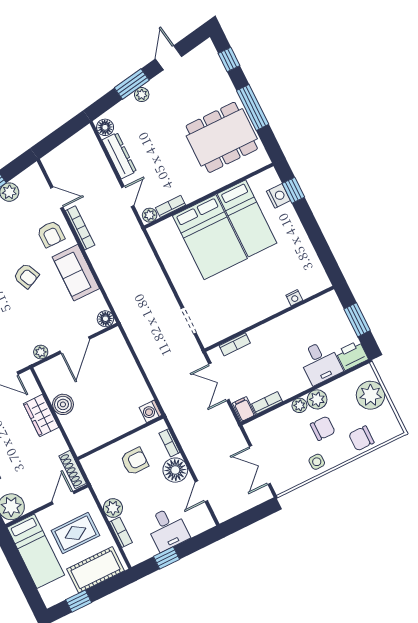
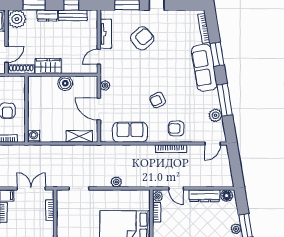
door: (57, 198) -> (213, 144), moved
sofa: (76, 273) -> (130, 132), moved
plant: (157, 277) -> (116, 182), added
floor lamp: (105, 319) -> (106, 137), removed
shelving: (122, 353) -> (79, 136), added
wardrobe: (41, 416) -> (48, 66), moved
door: (63, 498) -> (6, 54), hinge flipped

